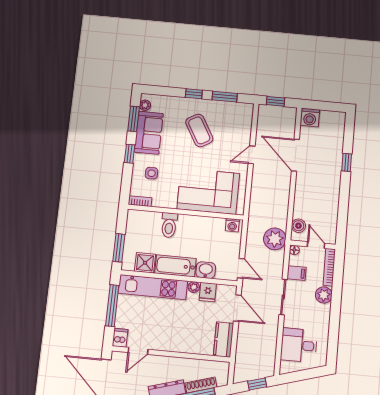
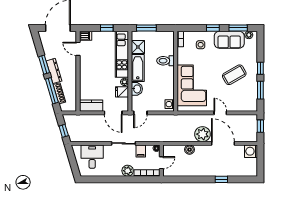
door: (295, 155) -> (223, 143), hinge flipped
boiler: (298, 226) -> (190, 150), moved
plant: (275, 239) -> (202, 134), moved
window: (112, 306) -> (107, 28), width x0.46
door: (237, 308) -> (113, 113), hinge flipped

